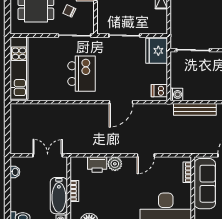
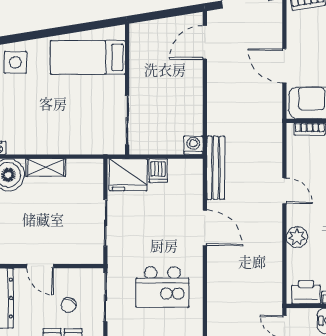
kitchen island: (81, 74) -> (162, 287), turned 180
dishwasher: (159, 91) -> (158, 171), moved
bench: (195, 109) -> (216, 168), moved
printer: (97, 165) -> (306, 292), moved, turned -90

